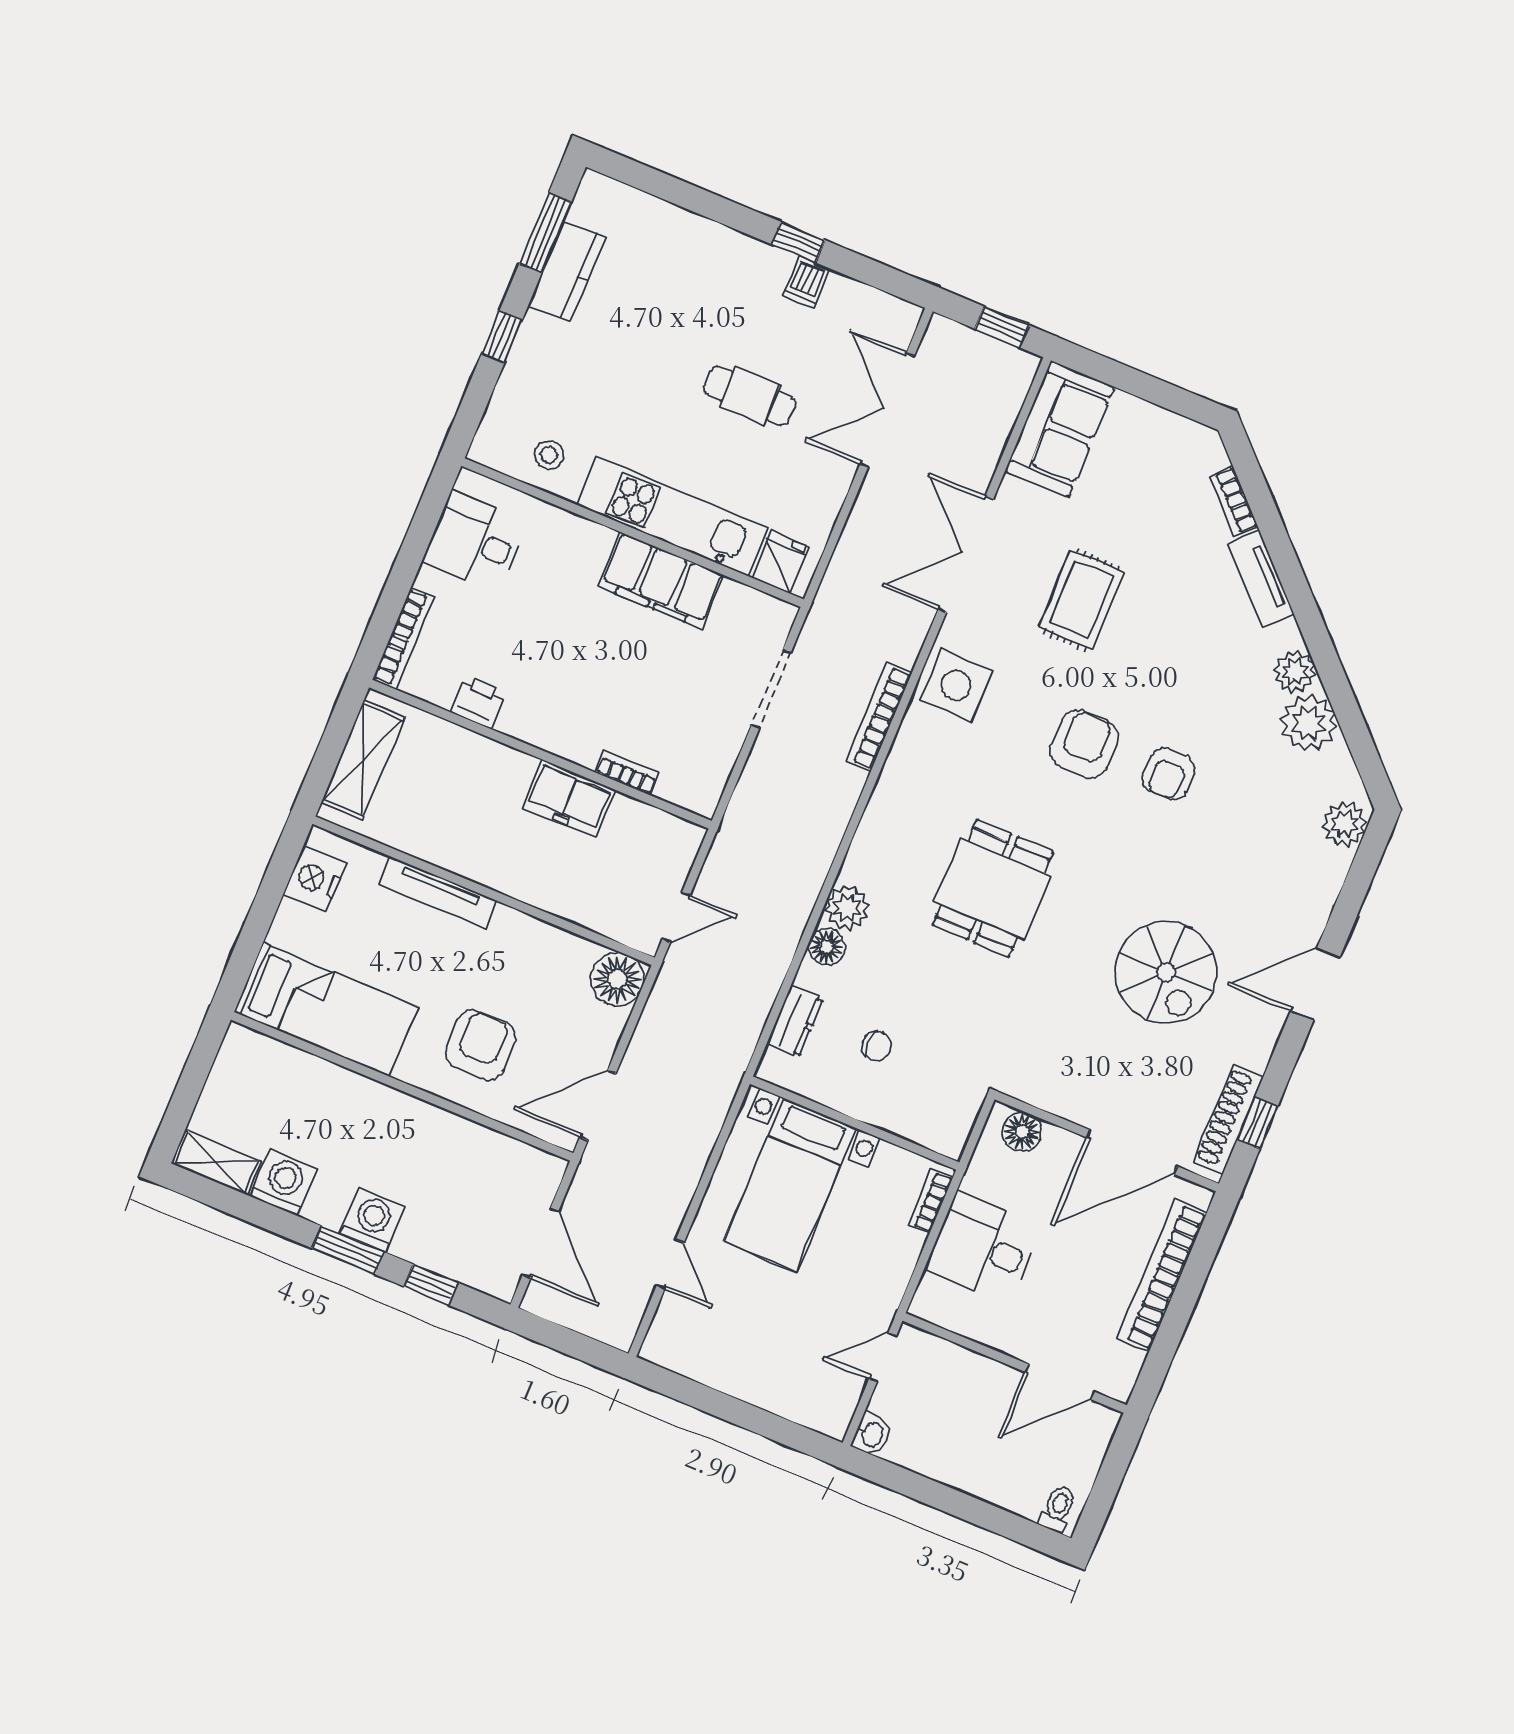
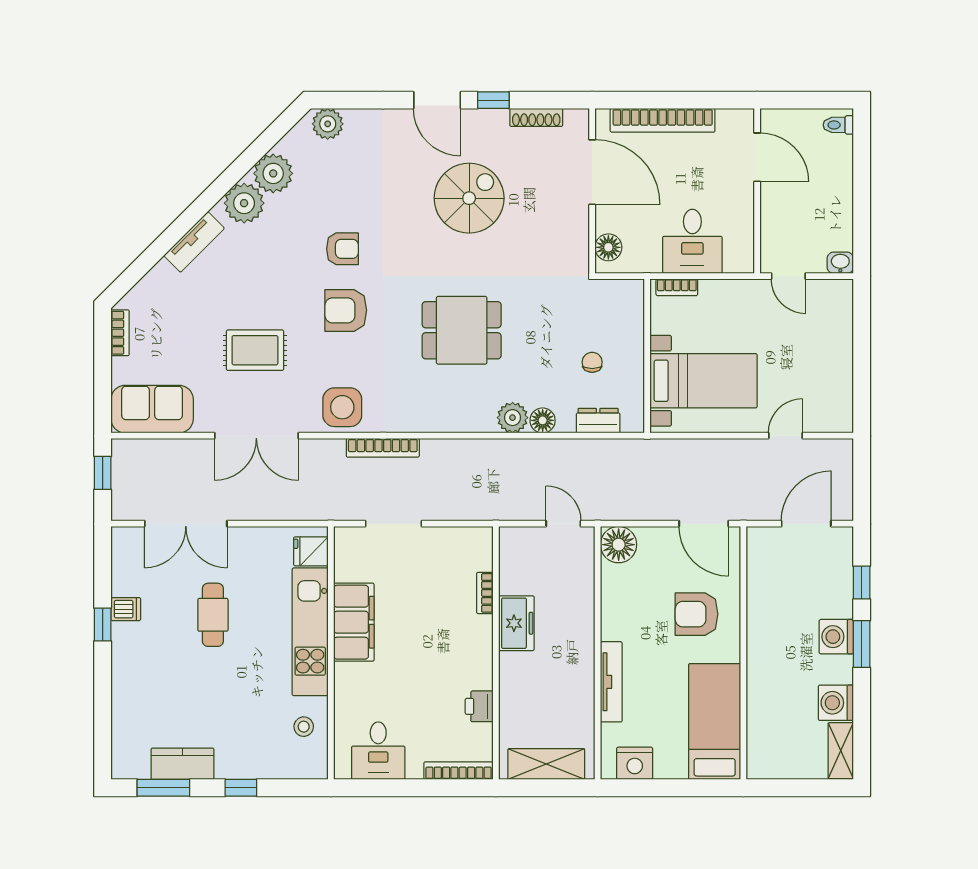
bookcase: (1233, 501) -> (120, 333), moved, turned -45
plant: (1295, 672) -> (244, 203), width x1.36, depth x1.36
shoe rack: (1229, 1119) -> (536, 117), width x0.74, depth x0.81
window: (1257, 1123) -> (493, 100), moved

